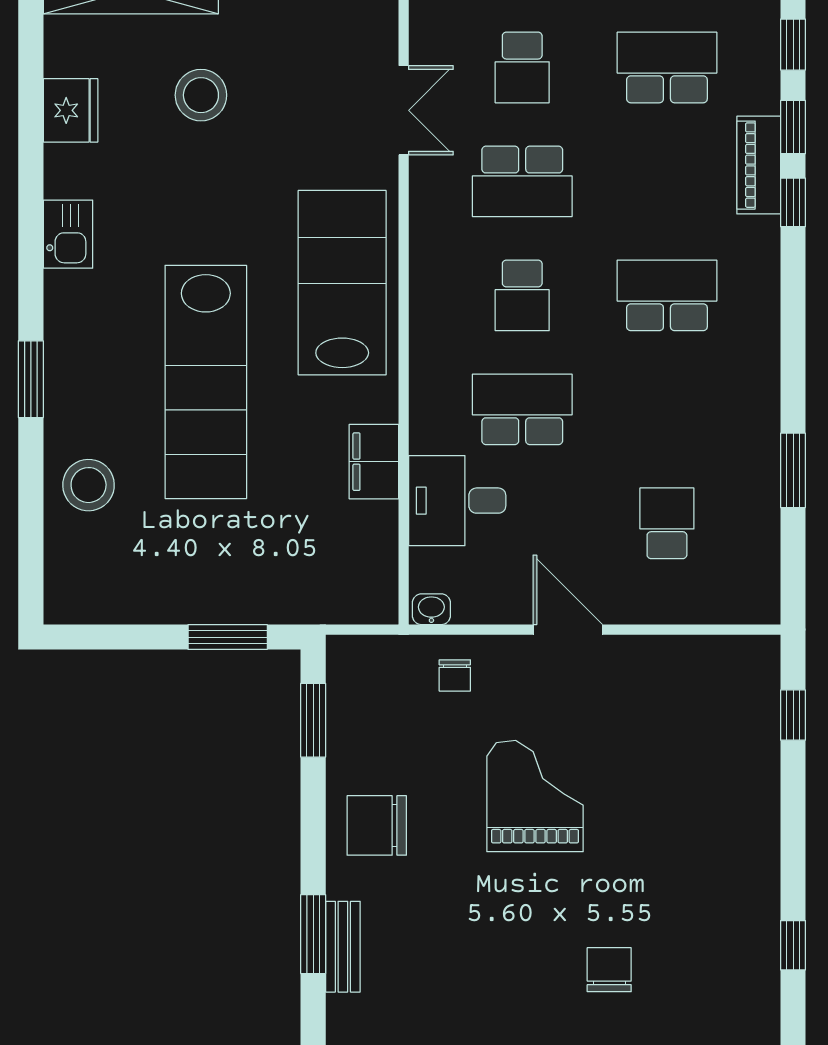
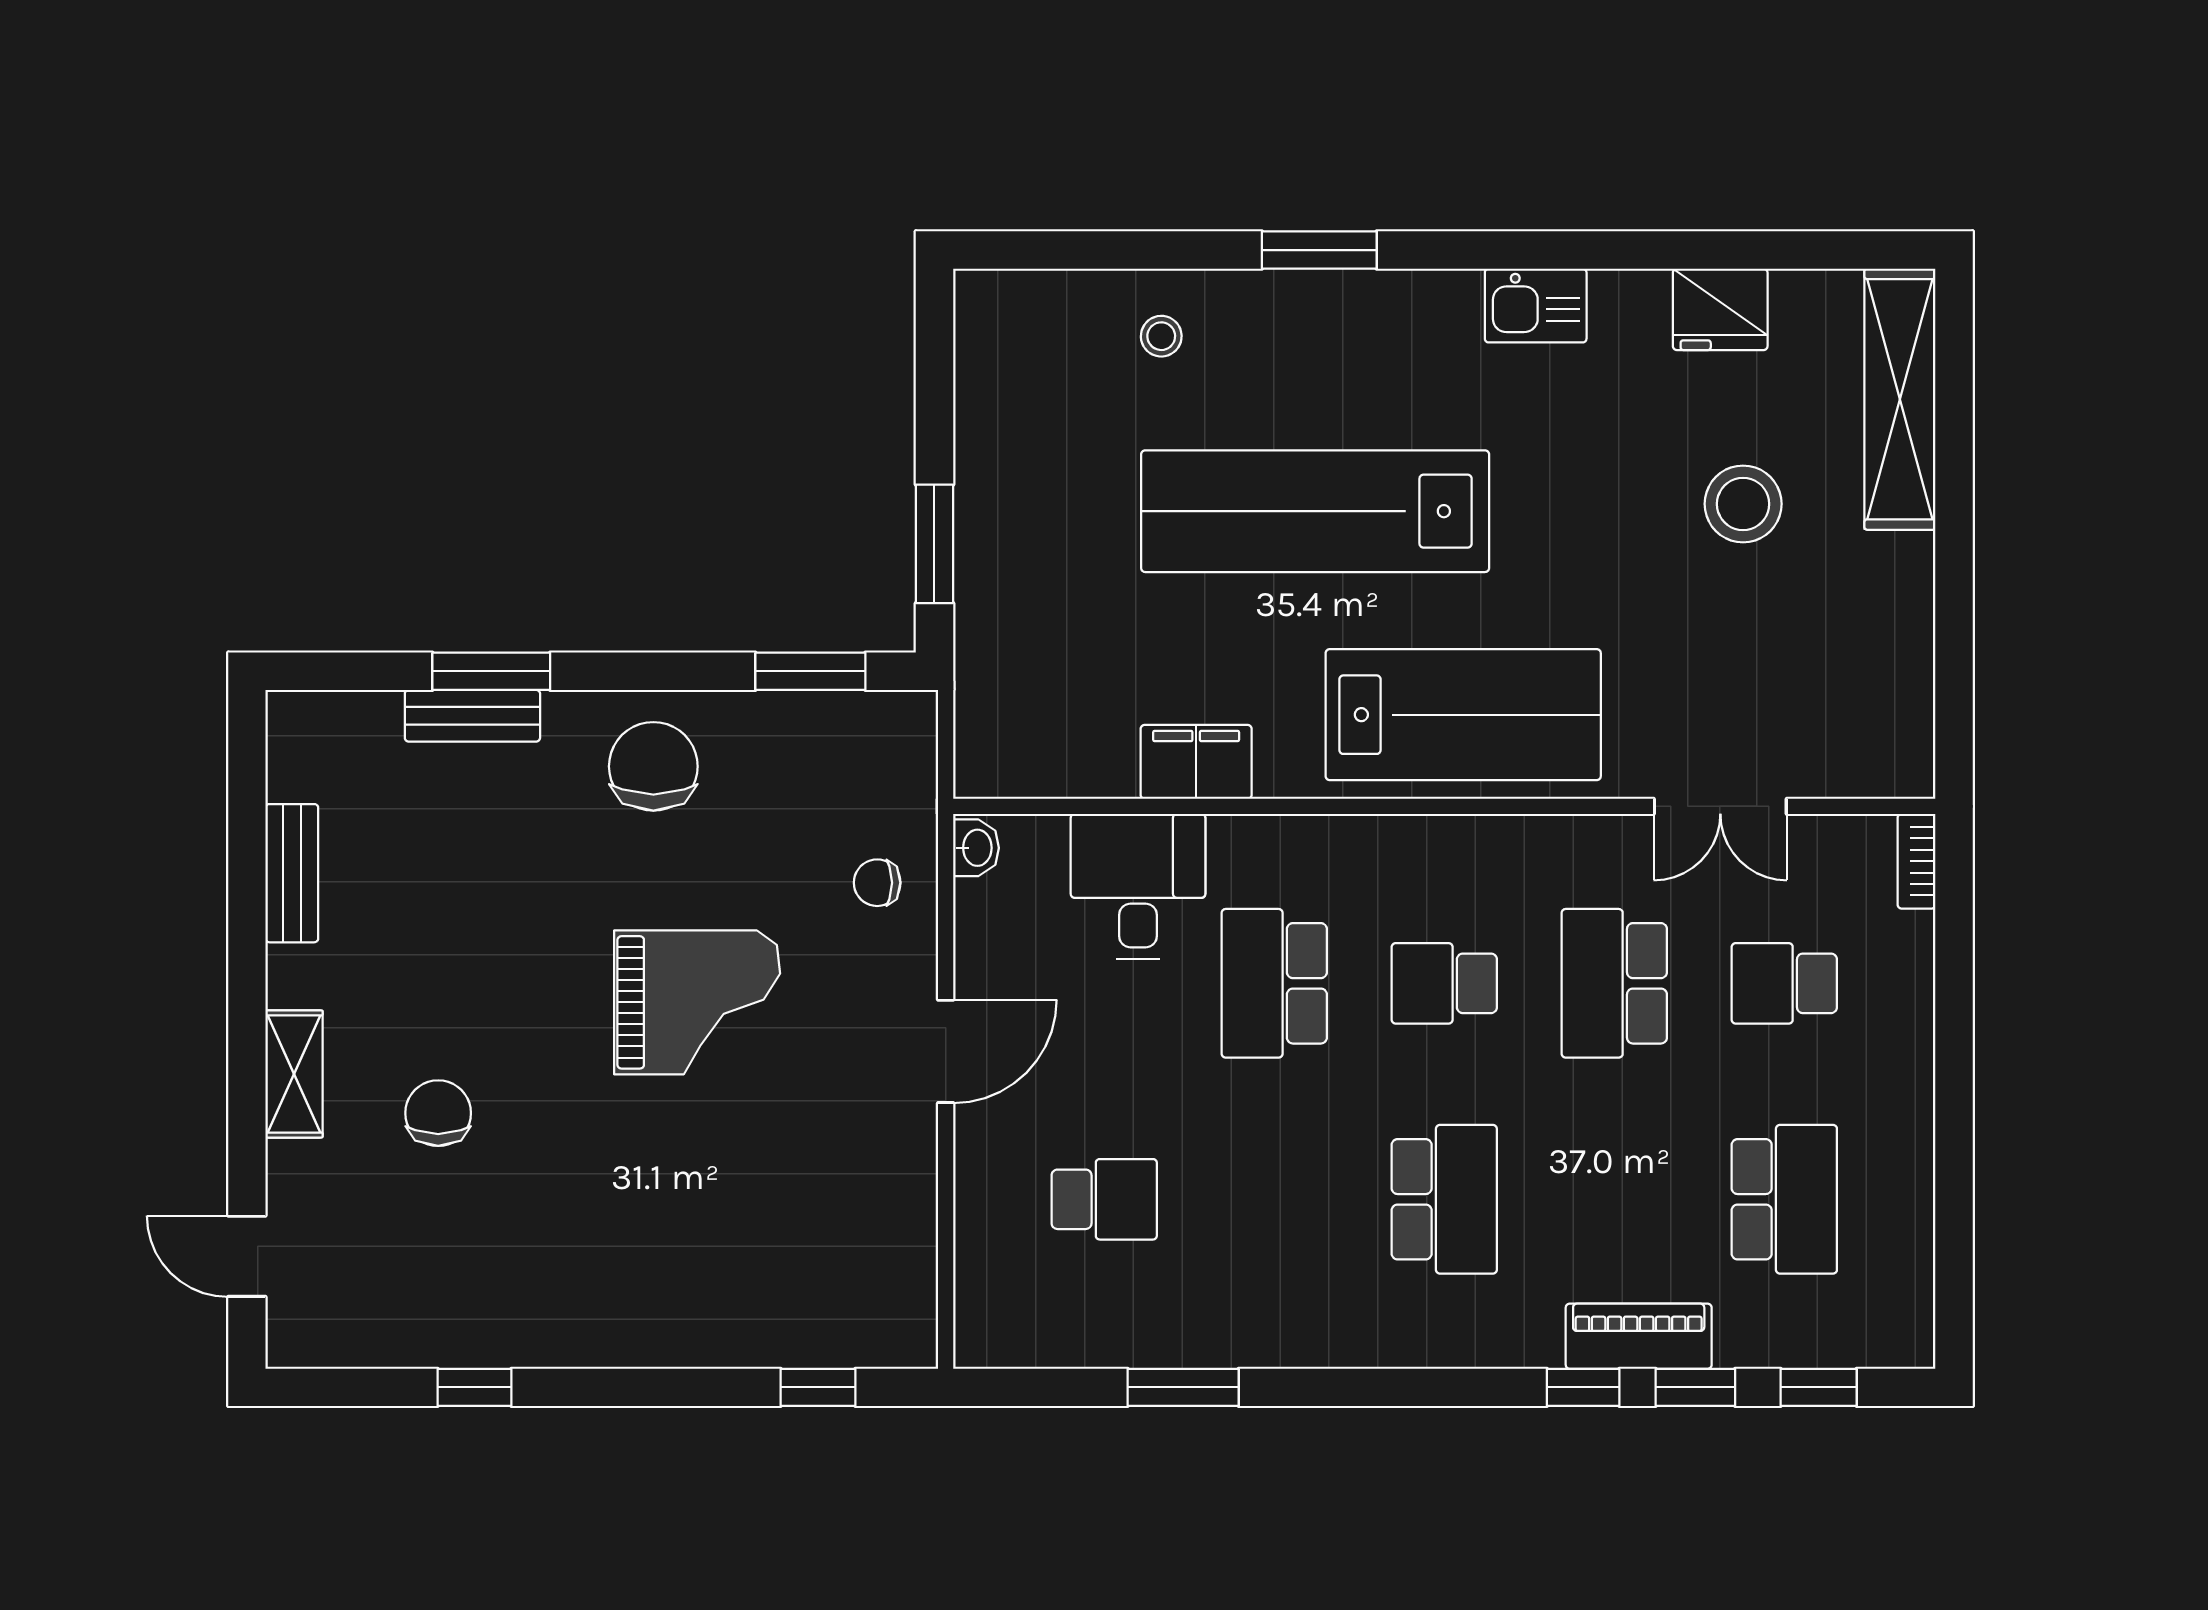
school desk: (522, 409) -> (1274, 983), turned 180
stool: (89, 485) -> (1161, 336), width x0.53, depth x0.53
chair: (609, 970) -> (438, 1113), turned -90

